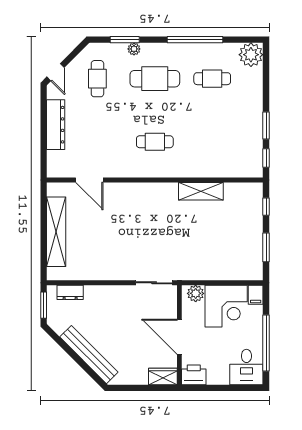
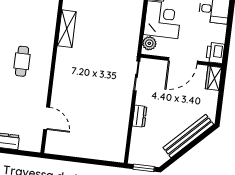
door: (89, 180) -> (47, 118), hinge flipped
shelving: (56, 232) -> (85, 150), removed
dresser: (70, 292) -> (139, 116), moved

